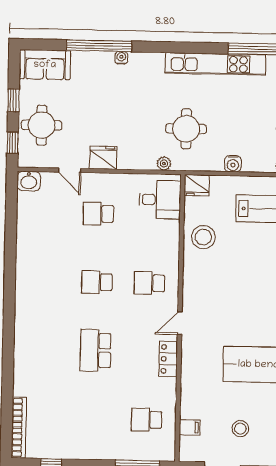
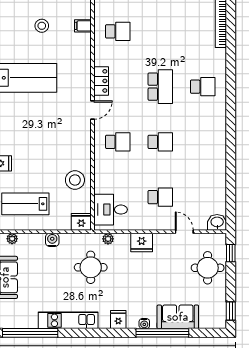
fridge: (153, 63) -> (118, 320), added
kitchen unit: (215, 64) -> (68, 320), width x0.73
sofa: (45, 65) -> (178, 317), moved
window: (13, 100) -> (231, 311), moved
fridge: (103, 158) -> (142, 243), moved
school desk: (43, 349) -> (203, 87), added

